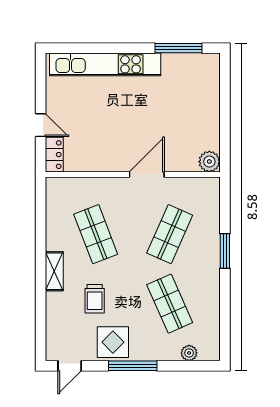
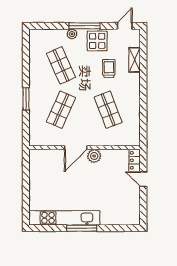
window: (178, 48) -> (82, 228), moved
kitchen unit: (105, 64) -> (64, 218), moved
plant: (209, 162) -> (94, 156), moved
shelving: (54, 271) -> (135, 60), moved
plant: (189, 353) -> (72, 34), moved

